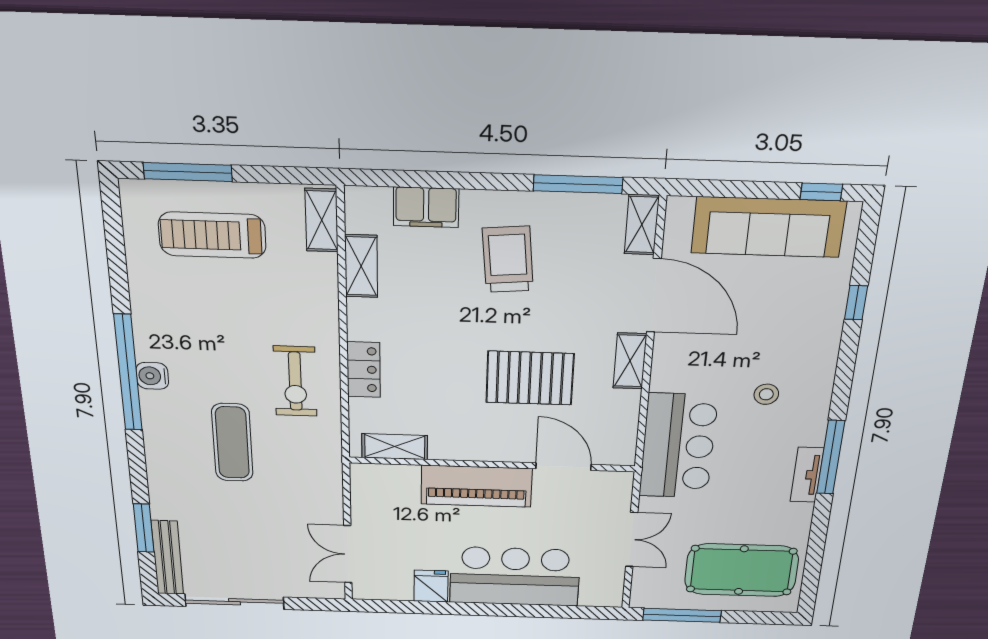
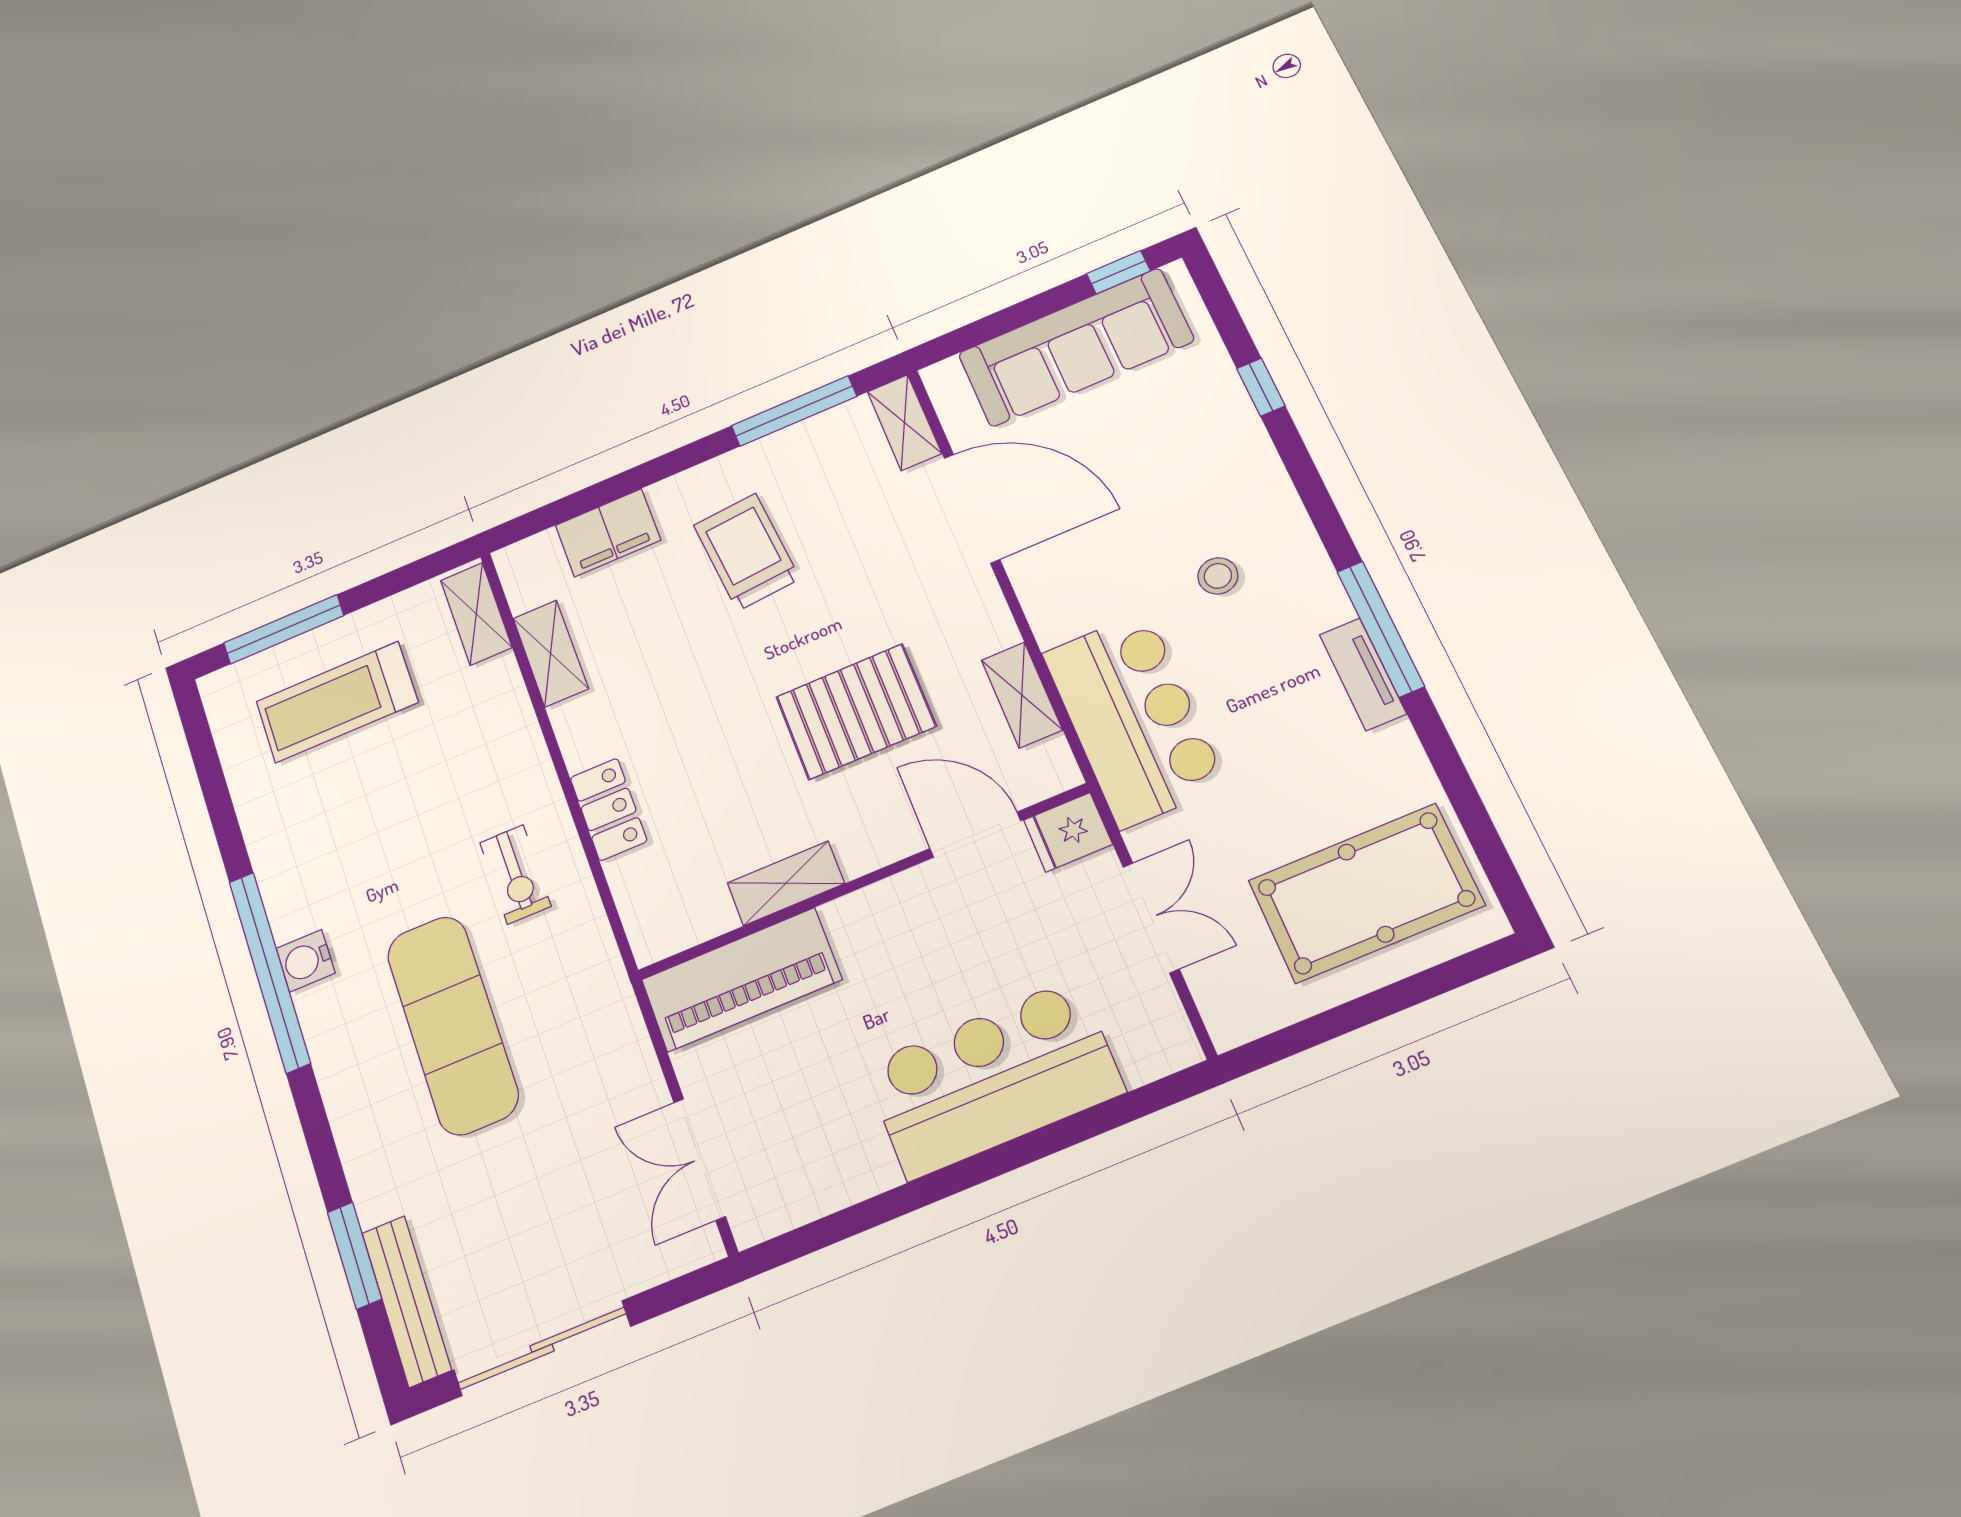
shelving: (630, 361) -> (1022, 695), moved
exercise bike: (295, 381) -> (515, 874), width x0.73, depth x0.72
exercise mat: (232, 443) -> (452, 1025), width x1.36, depth x1.45
shelving: (395, 447) -> (786, 883), moved
piano: (476, 486) -> (741, 980), moved
fridge: (431, 586) -> (1068, 832), moved, turned -90
window: (682, 615) -> (1318, 1029), removed

